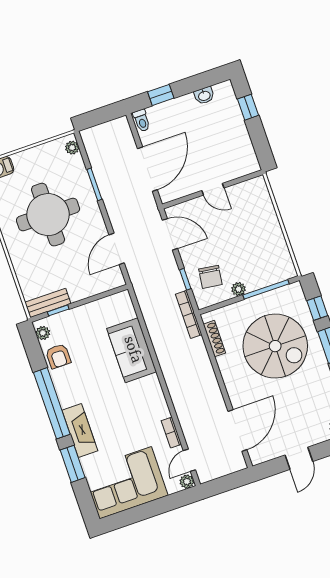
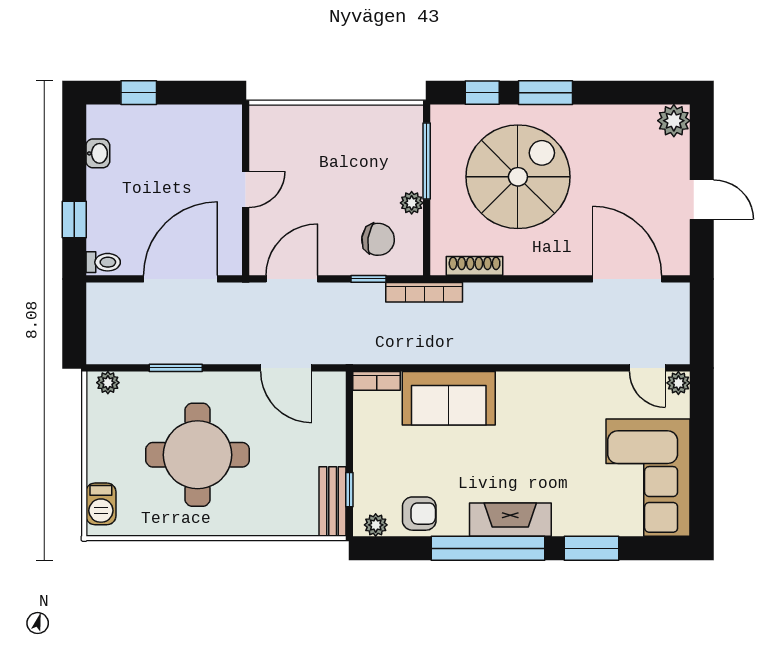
door: (147, 169) -> (180, 279), hinge flipped
fireplace: (80, 431) -> (510, 520), moved
bookcase: (171, 433) -> (377, 381), moved

